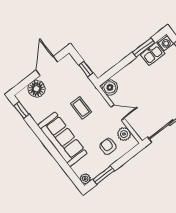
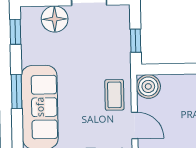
coffee table: (81, 108) -> (114, 95), moved
window: (45, 140) -> (17, 92), added

